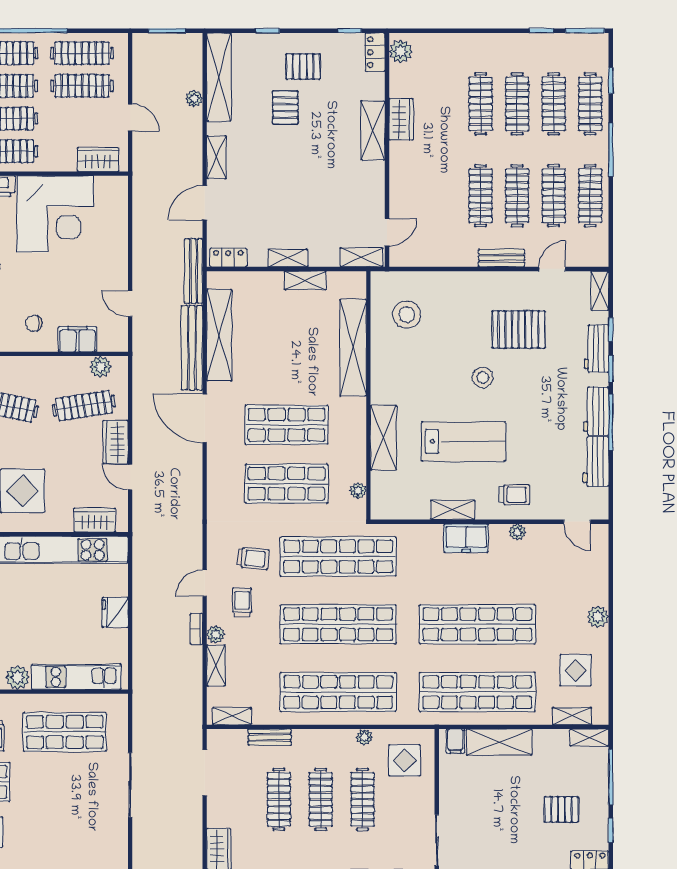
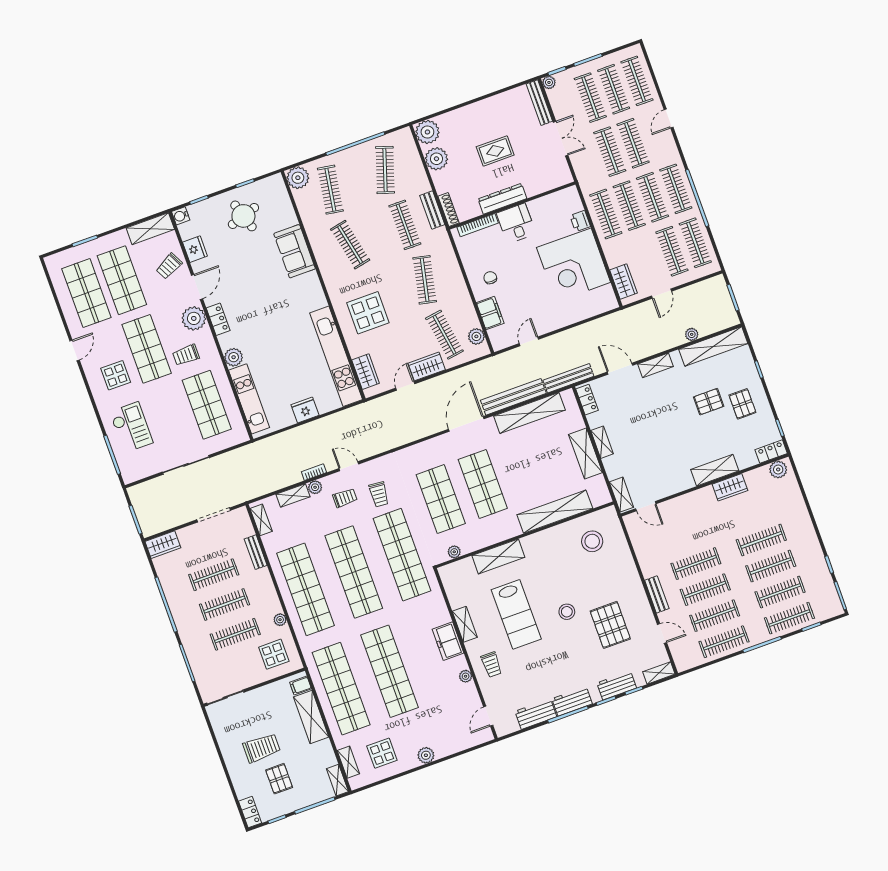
shelving: (305, 280) -> (585, 454), width x1.50, depth x1.33
trolley: (515, 817) -> (262, 748), added
checkout: (59, 836) -> (131, 427), added

